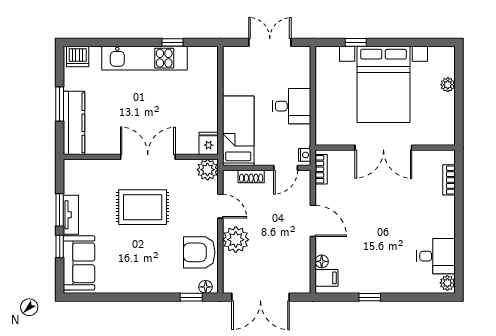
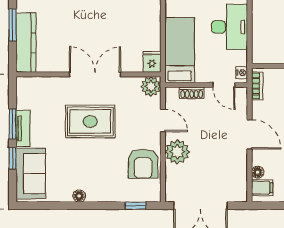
desk: (292, 106) -> (230, 27), width x1.37
door: (286, 168) -> (224, 85), hinge flipped
armchair: (199, 252) -> (143, 164), turned -90
floor lamp: (206, 287) -> (79, 196), moved

